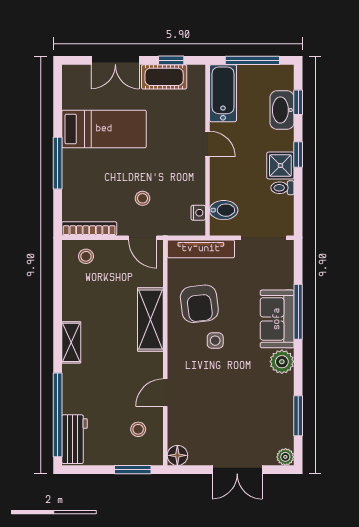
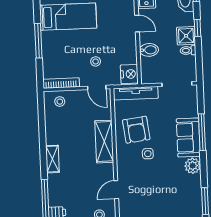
bidet: (224, 210) -> (149, 50), moved
nightstand: (198, 213) -> (129, 74), width x1.89, depth x1.79

